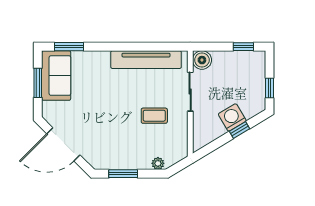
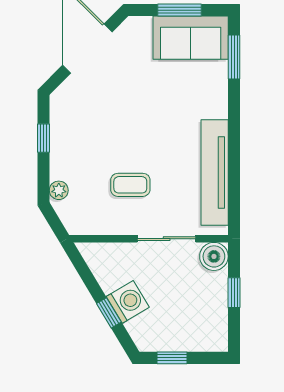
window: (243, 47) -> (234, 293), moved
coffee table: (154, 116) -> (130, 185), turned 90
window: (123, 174) -> (43, 138), width x0.67

